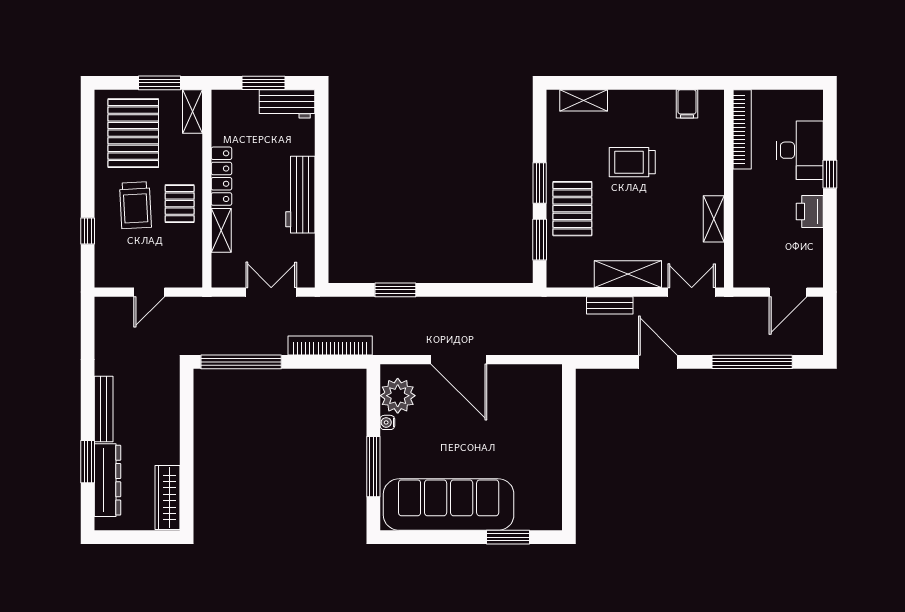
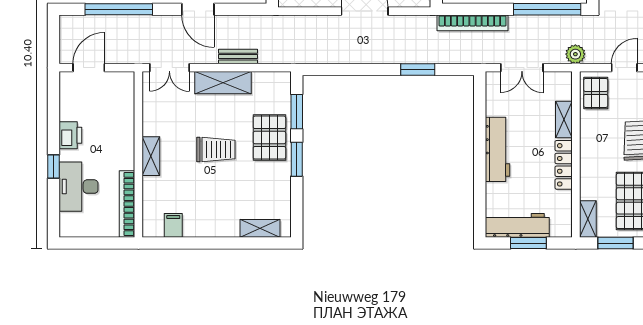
workbench: (287, 104) -> (517, 225), width x1.38
trolley: (632, 162) -> (216, 149), moved
pallet: (180, 204) -> (596, 93), moved
shelving: (714, 219) -> (151, 156), moved
plant: (207, 308) -> (575, 54), added

